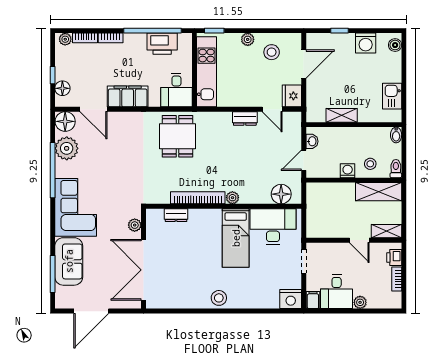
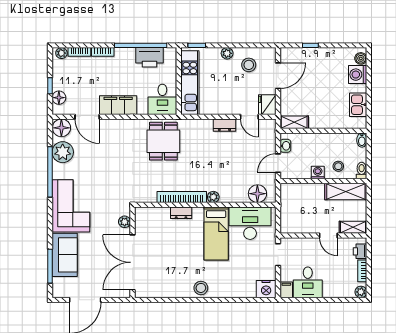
washing machine: (366, 43) -> (358, 75), moved, turned 90
shelving: (342, 115) -> (294, 122), moved
dresser: (176, 215) -> (181, 213), moved
plant: (360, 302) -> (361, 292), moved

